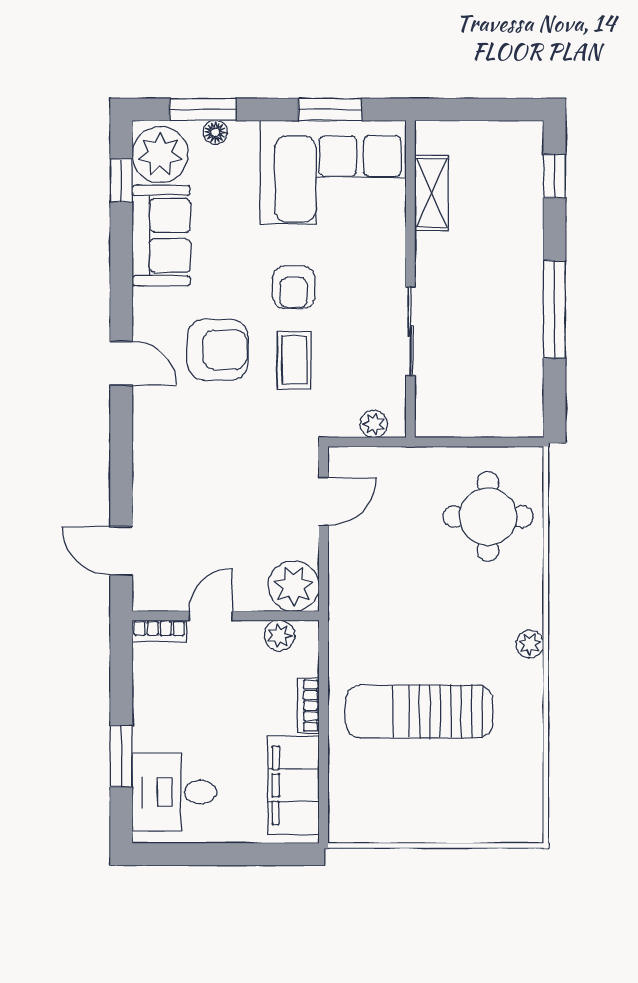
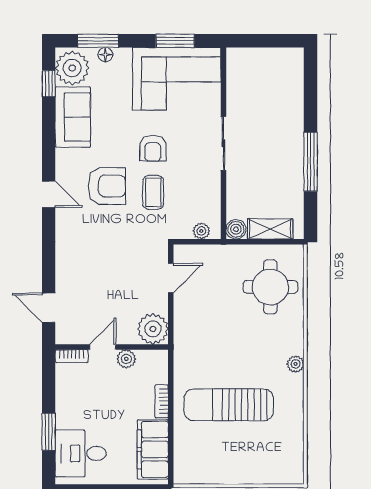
window: (555, 176) -> (311, 81), removed
shelving: (432, 193) -> (270, 229), moved, turned 90
sliding door: (410, 331) -> (223, 143), moved
boiler: (431, 421) -> (236, 229), added
plant: (279, 636) -> (126, 359), moved

